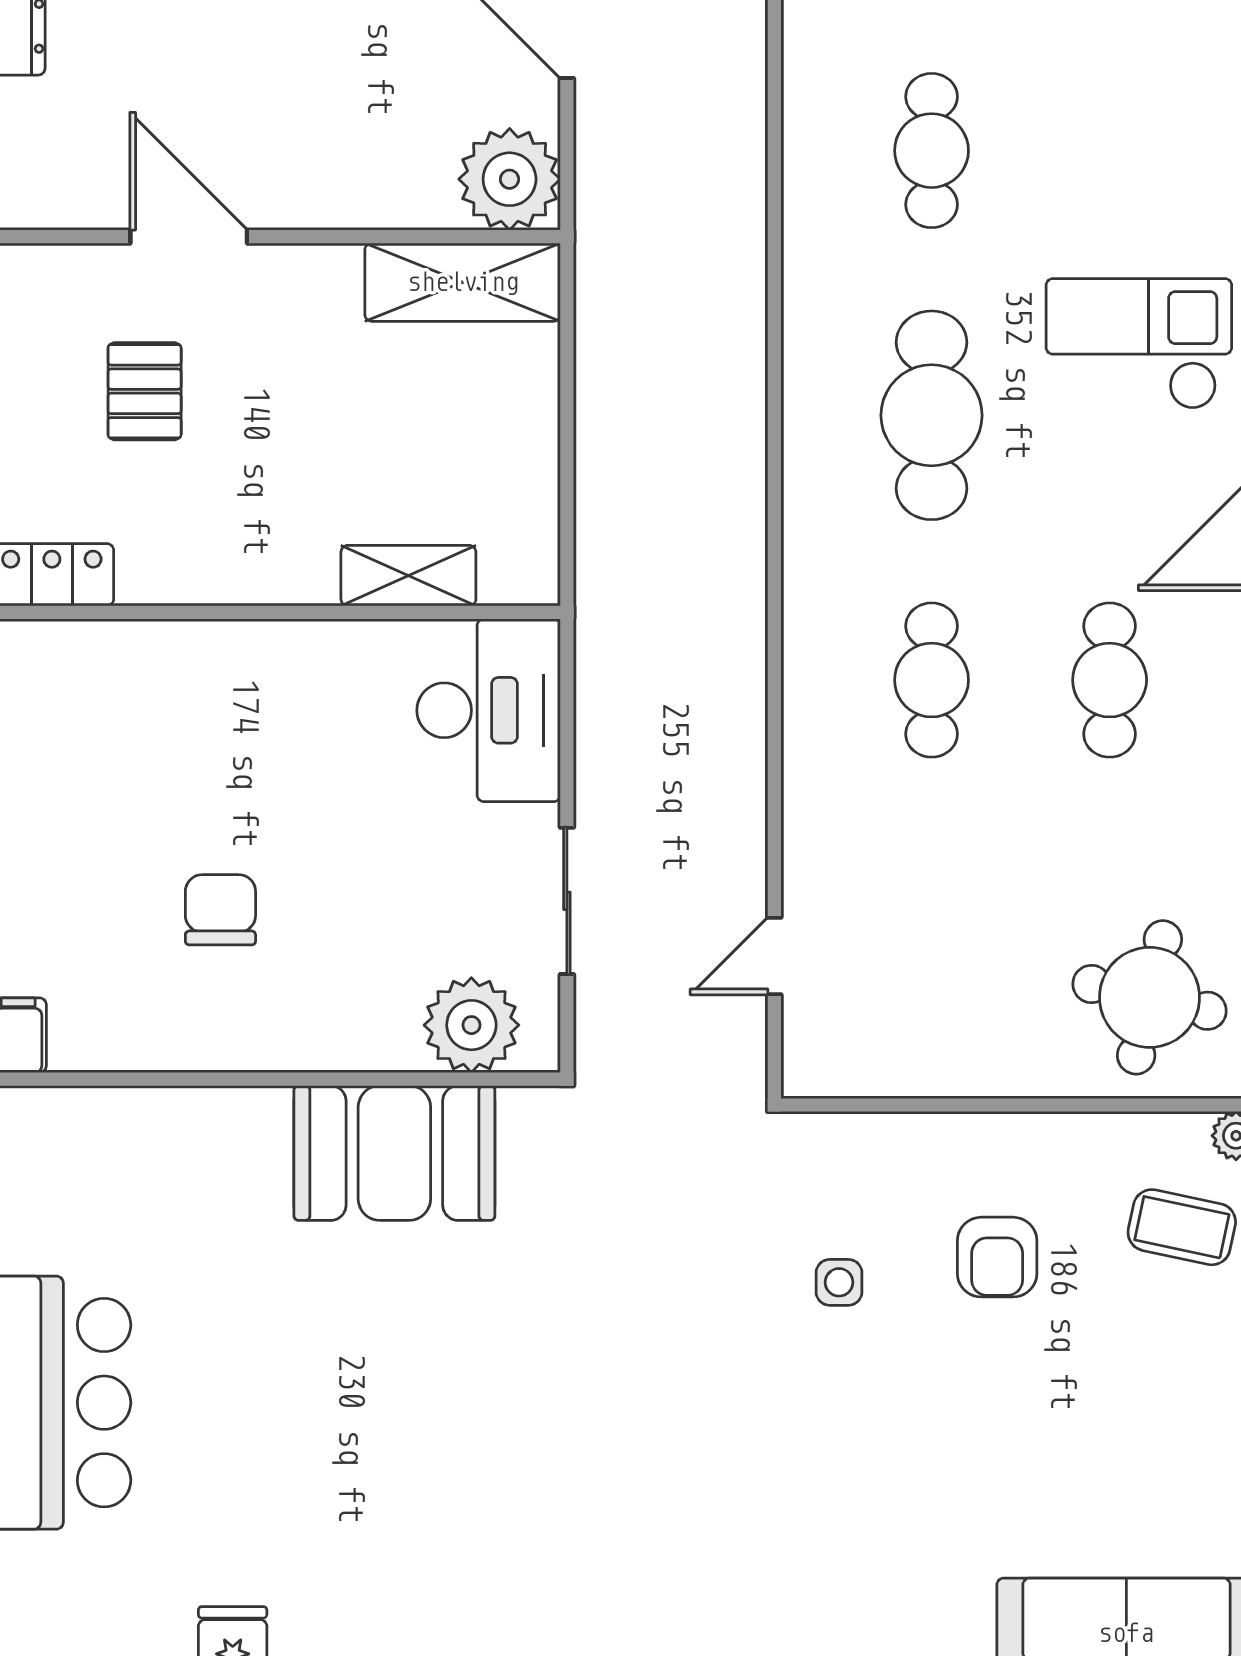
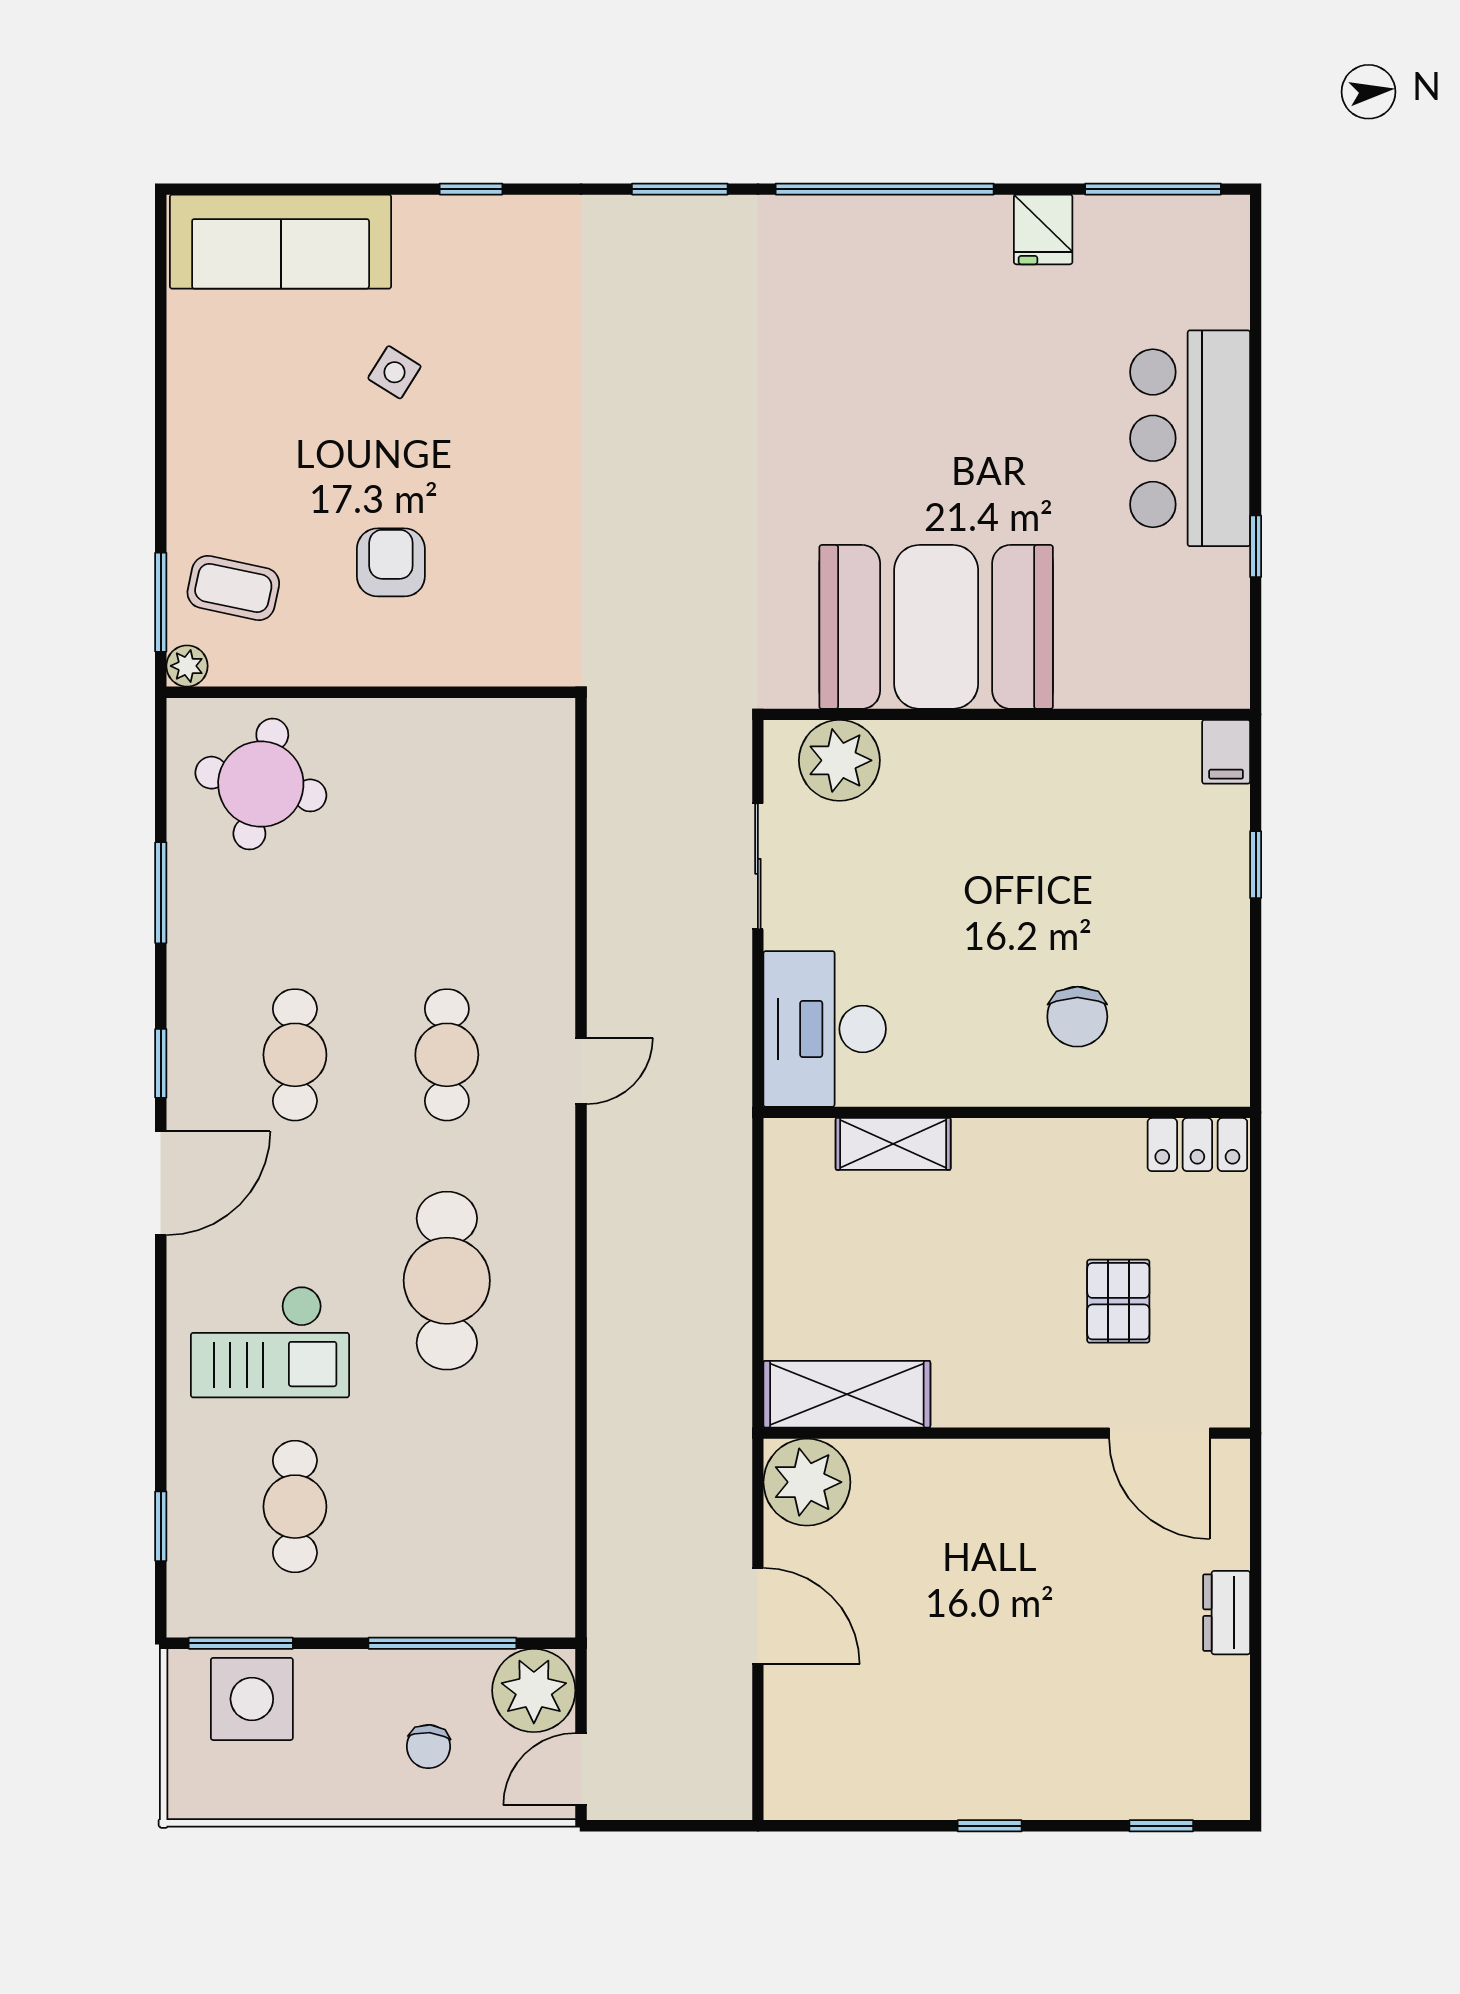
cafe table: (932, 151) -> (295, 1507), moved
door: (189, 237) -> (1159, 1433), moved
chair: (220, 910) -> (1077, 1017), moved
door: (774, 956) -> (581, 1071), moved
booth: (394, 1153) -> (936, 627), width x1.36, depth x1.42
side table: (839, 1282) -> (394, 372), moved, turned 32

